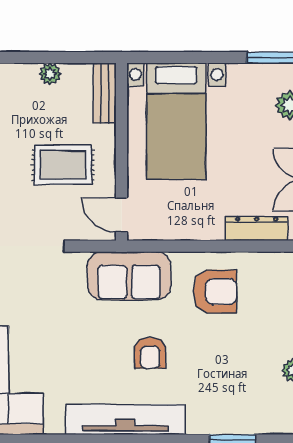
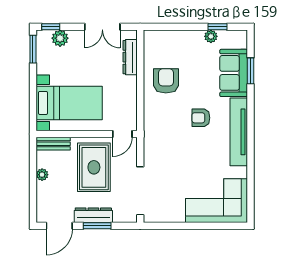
rug: (63, 165) -> (94, 167), width x1.36, depth x1.43
sofa: (129, 276) -> (234, 73), moved, turned 180
armchair: (150, 353) -> (201, 118), turned 180

